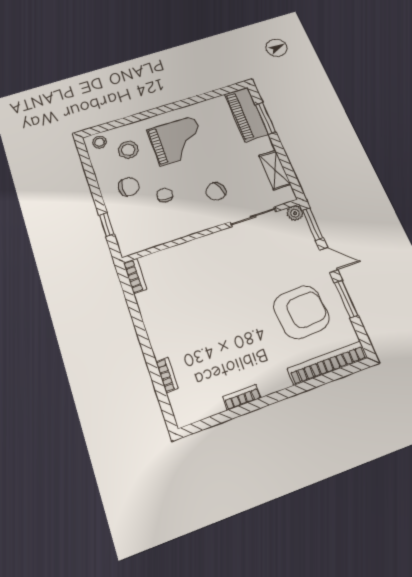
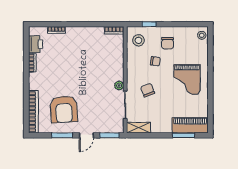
stool: (128, 150) -> (138, 40), moved
shelving: (275, 170) -> (139, 128), moved
plant: (295, 213) -> (119, 85), moved
printer: (206, 404) -> (36, 44), added

